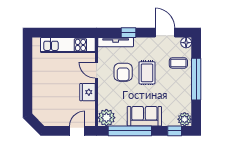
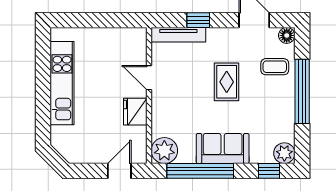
kitchen unit: (68, 45) -> (62, 83), moved, turned -90
armchair: (123, 72) -> (190, 81), removed

